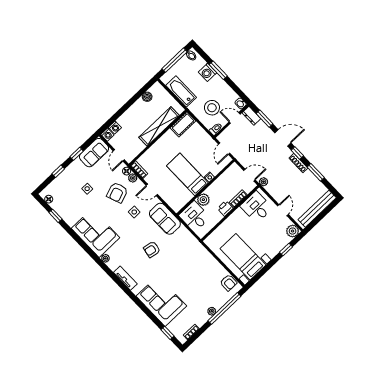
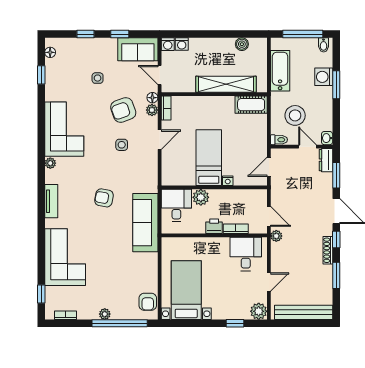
door: (119, 155) -> (160, 75), hinge flipped
door: (152, 190) -> (160, 140), swing flipped
sofa: (165, 219) -> (145, 223), moved, width x1.36

